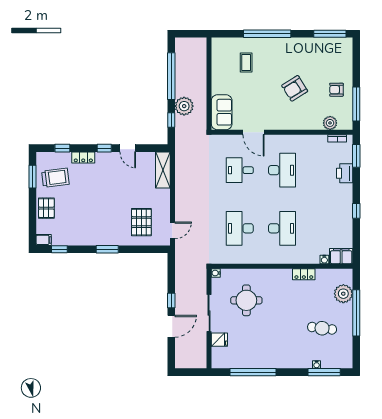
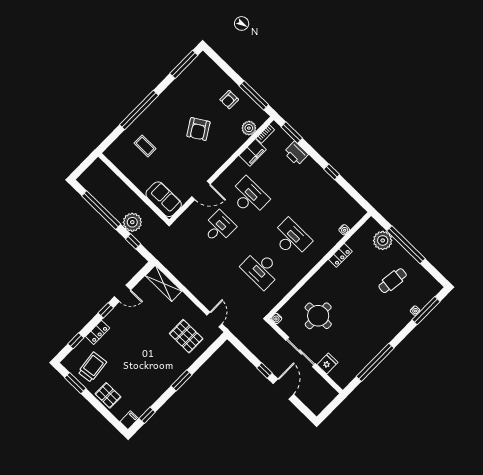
desk: (240, 170) -> (219, 227), turned 180
filing cabinet: (341, 256) -> (253, 153), moved, turned 180

